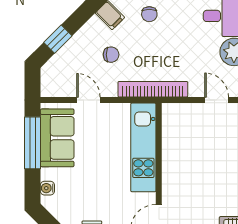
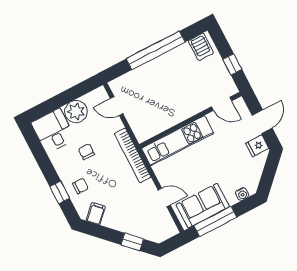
chair: (111, 55) -> (86, 152), moved
door: (88, 100) -> (164, 197), swing flipped
door: (217, 100) -> (117, 106), hinge flipped

